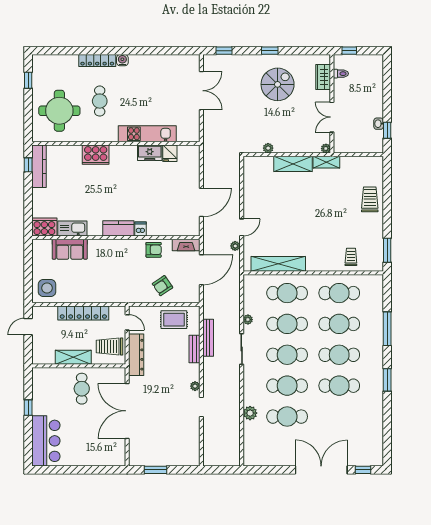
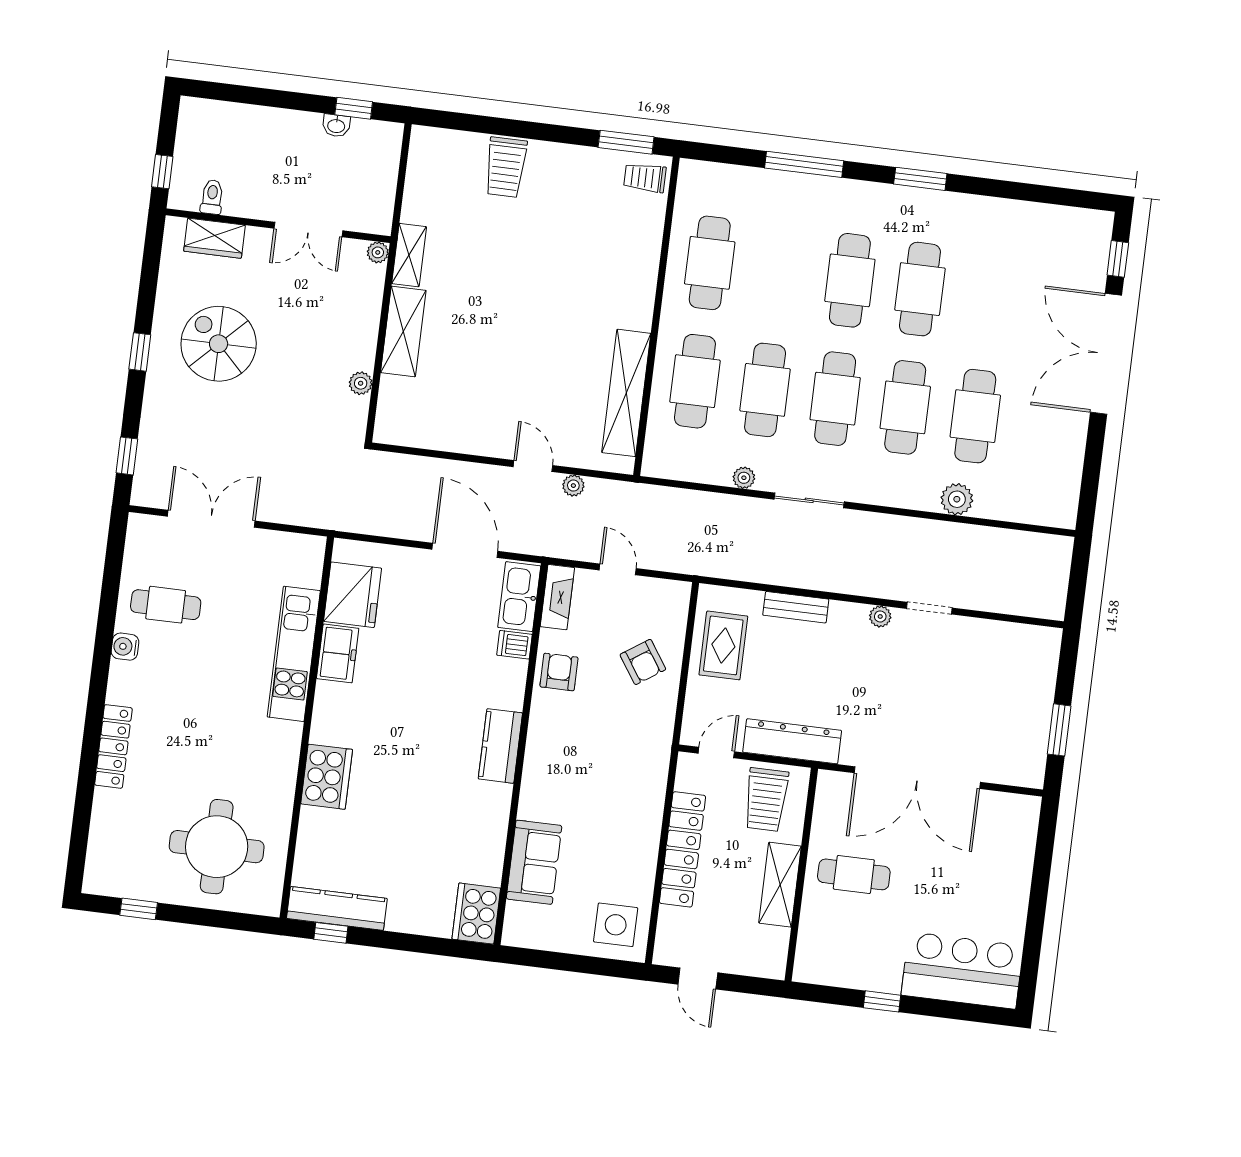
water cooler: (122, 60) -> (125, 647), moved
cafe table: (100, 101) -> (166, 605), moved
fridge: (170, 153) -> (353, 595), width x1.88, depth x1.34
trolley: (370, 199) -> (506, 167), turned -90
kitchen sink: (72, 228) -> (519, 597), moved
dishwasher: (140, 229) -> (514, 645), moved
trolley: (351, 257) -> (645, 178), moved
door: (201, 270) -> (618, 569), width x0.53
cafe table: (339, 324) -> (780, 272), removed
bench: (208, 338) -> (774, 573), removed

